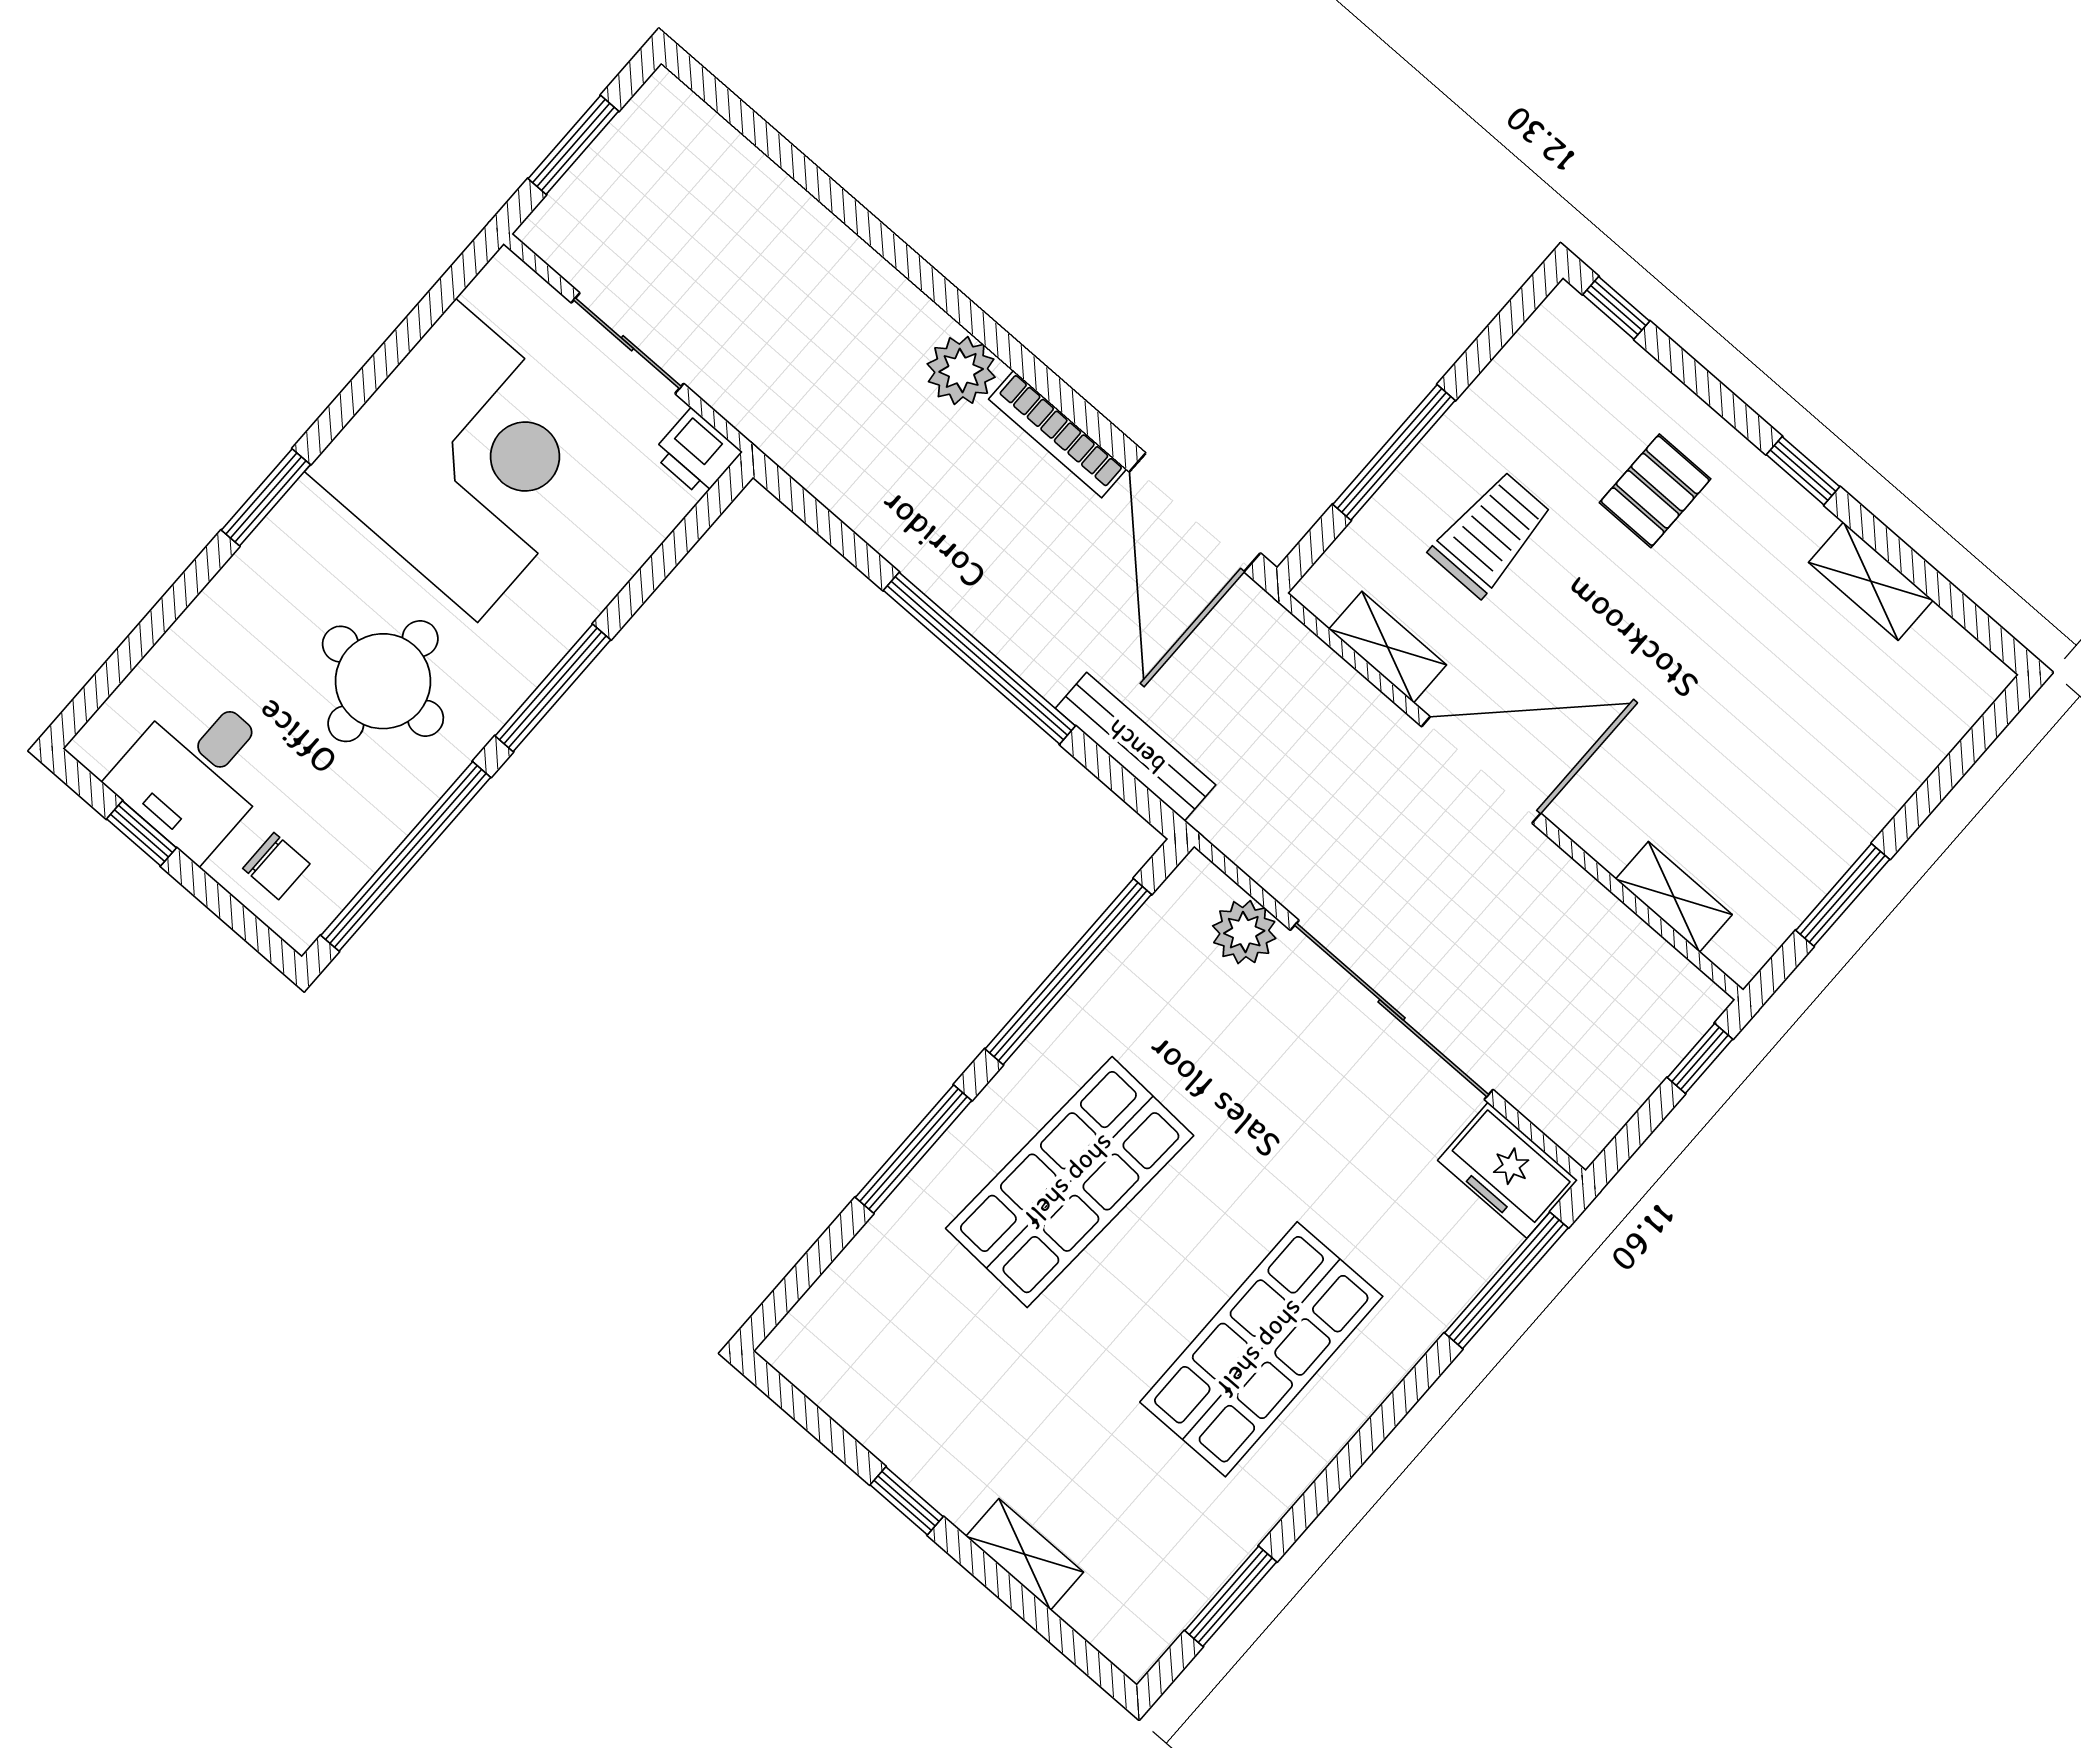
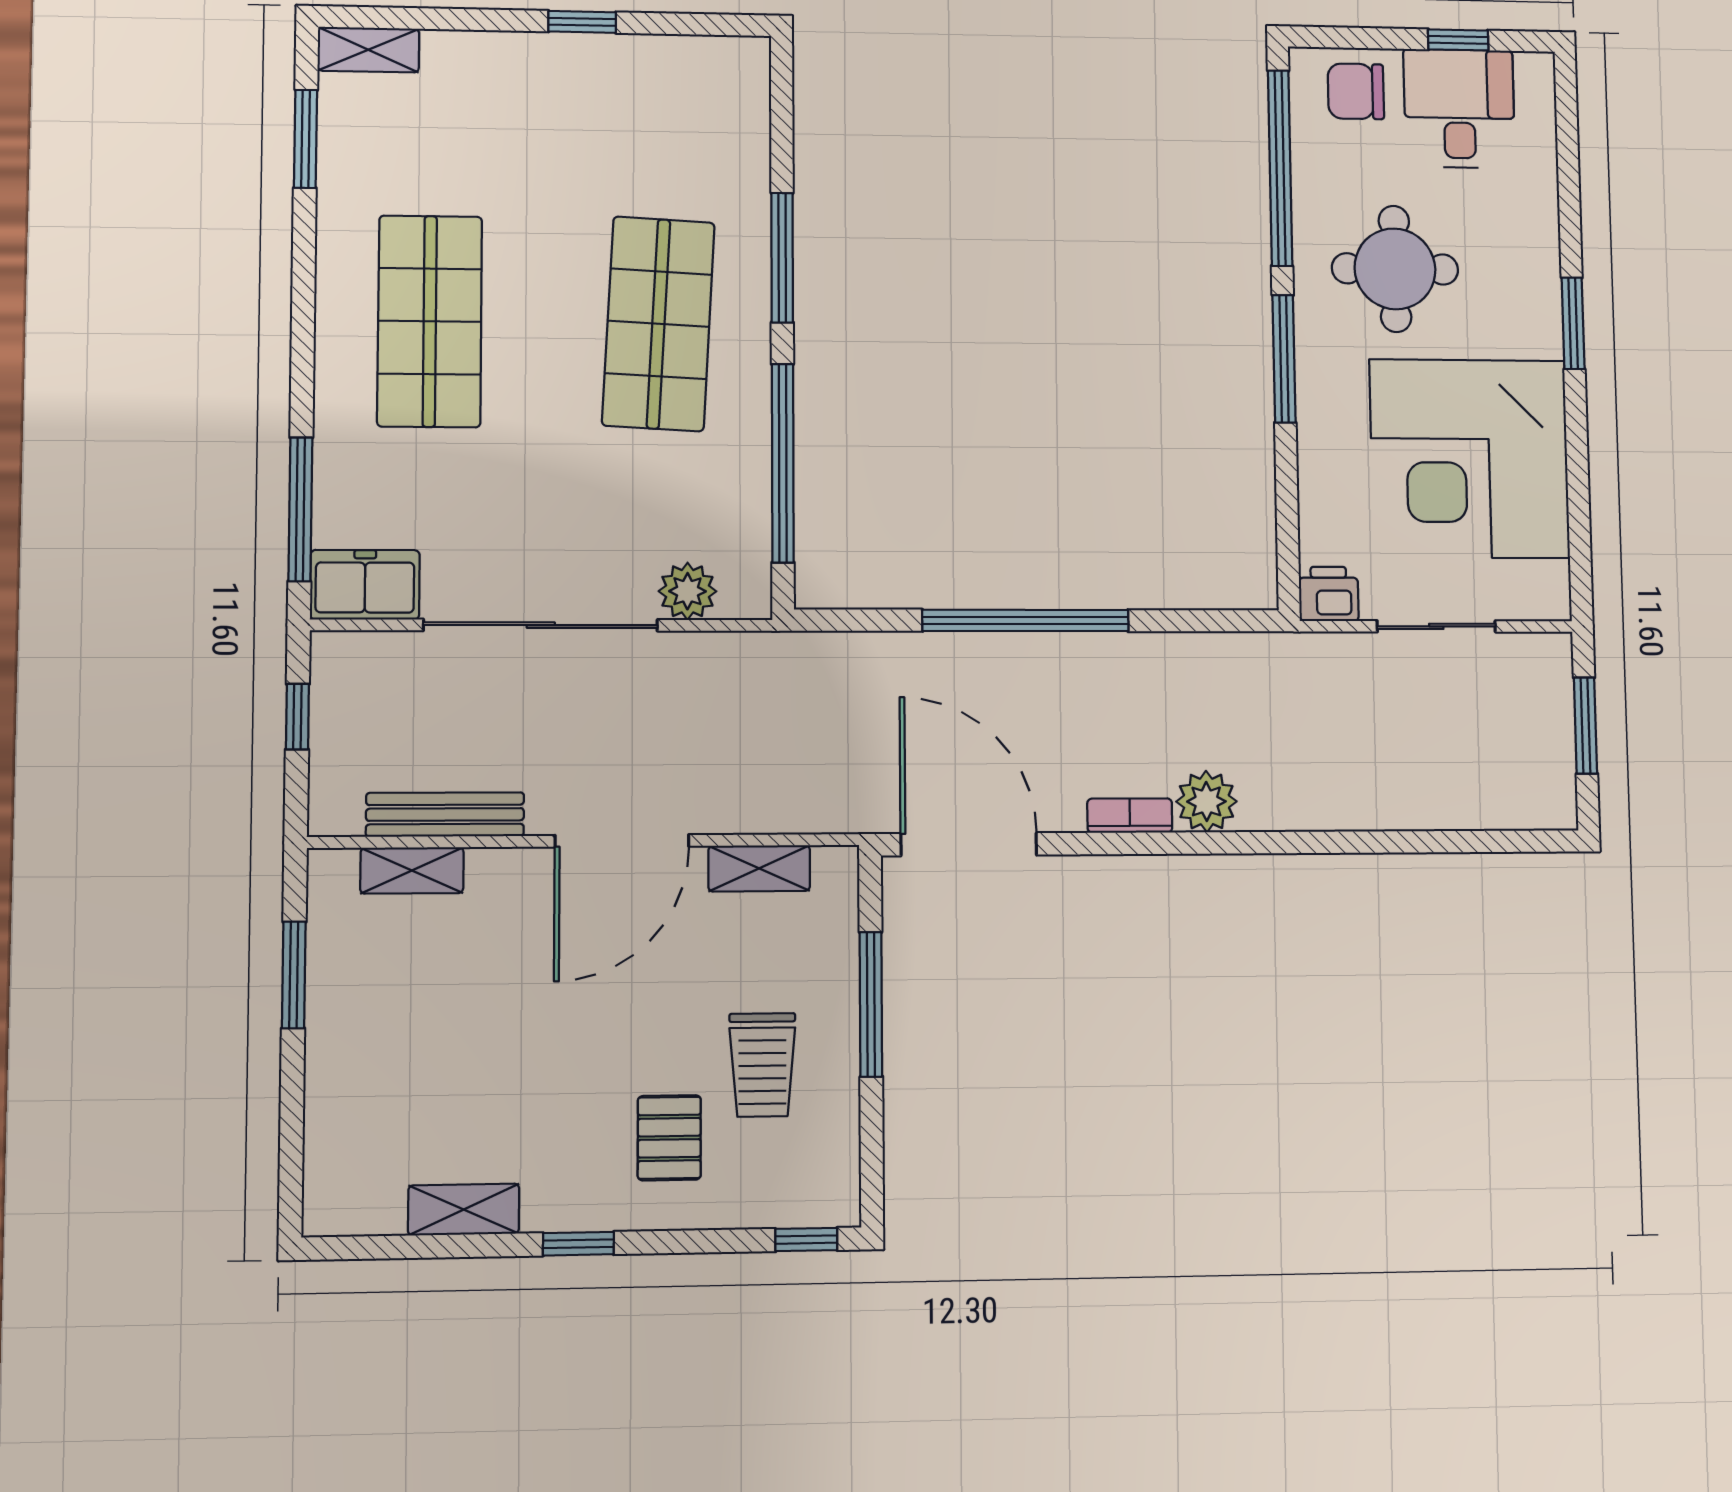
bookcase: (1058, 434) -> (1130, 816), width x0.64
trolley: (1491, 534) -> (762, 1065), moved
bench: (1136, 747) -> (445, 814), moved
chair: (276, 866) -> (1356, 91), width x1.37, depth x1.37
window: (1700, 1058) -> (297, 717), moved
shelving: (1025, 1554) -> (368, 50), moved

